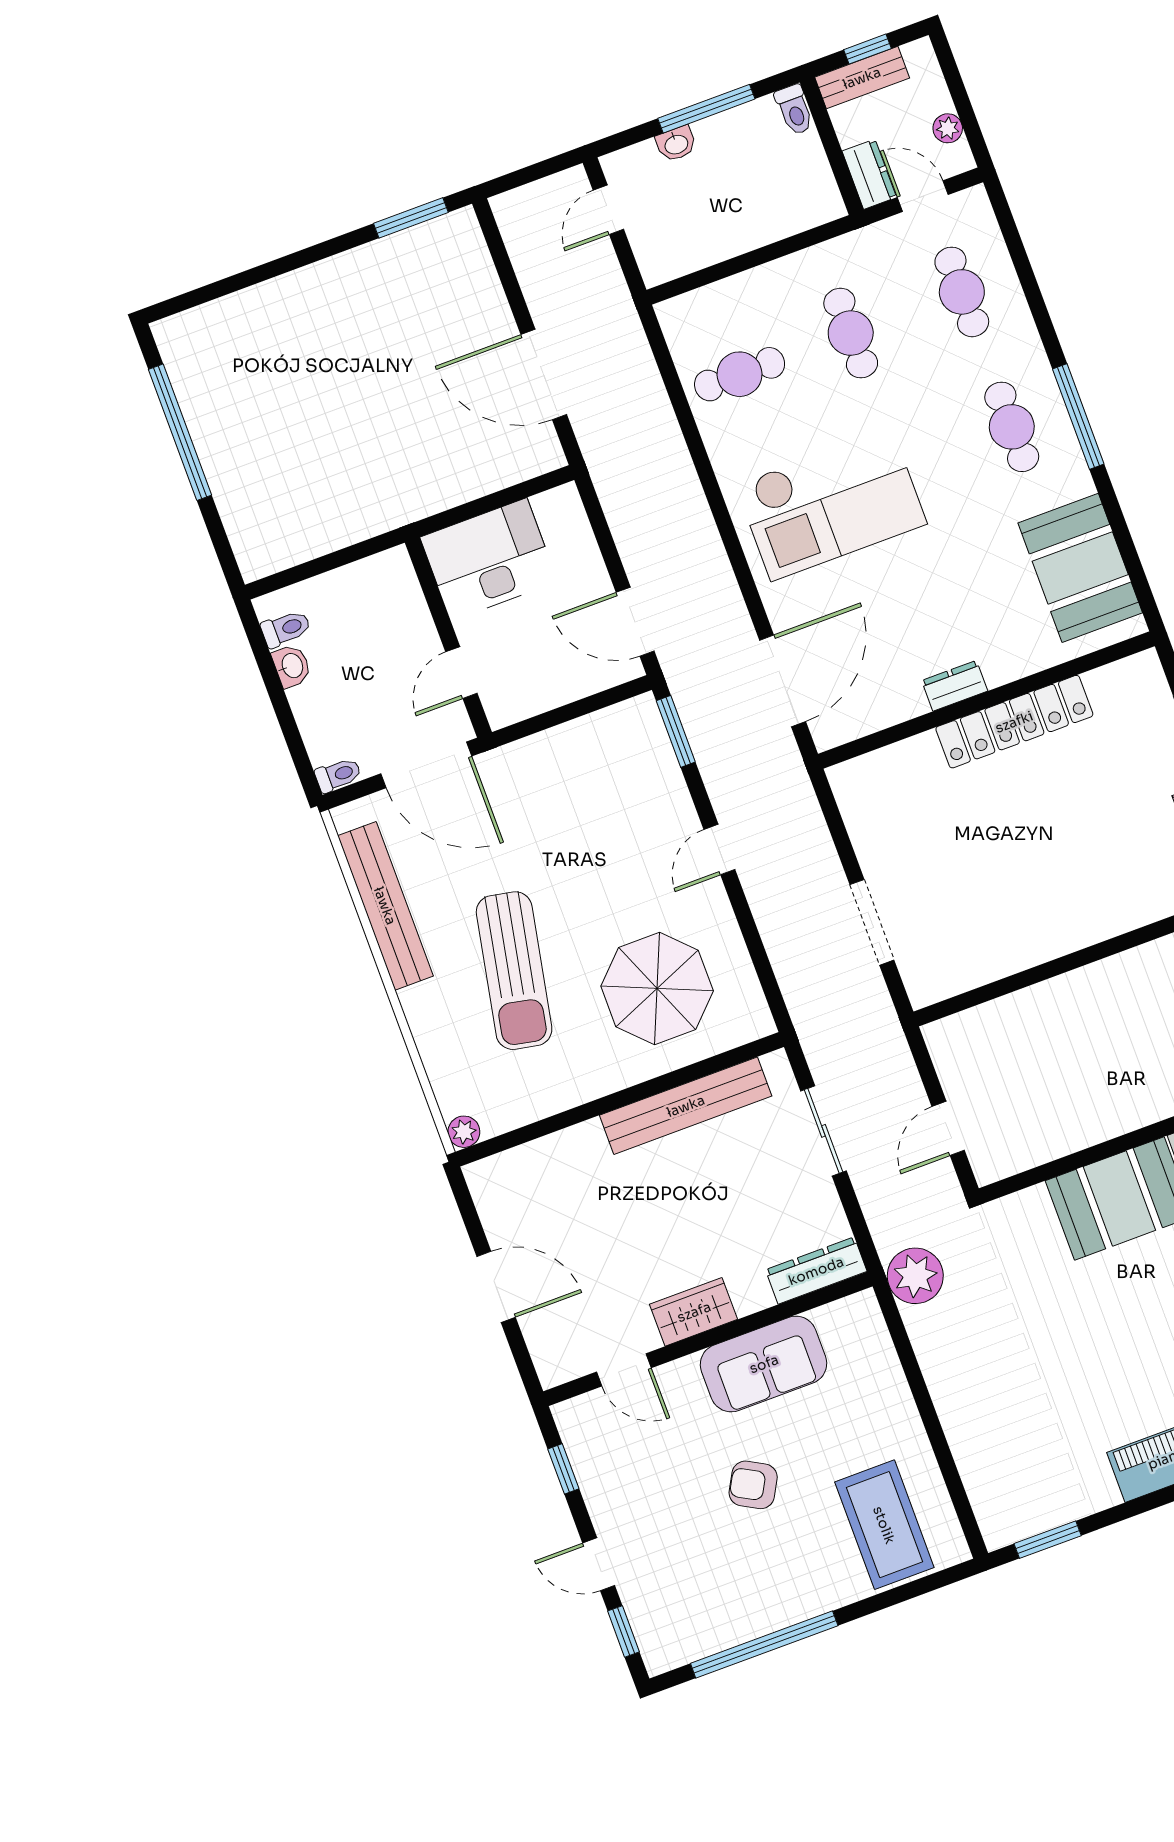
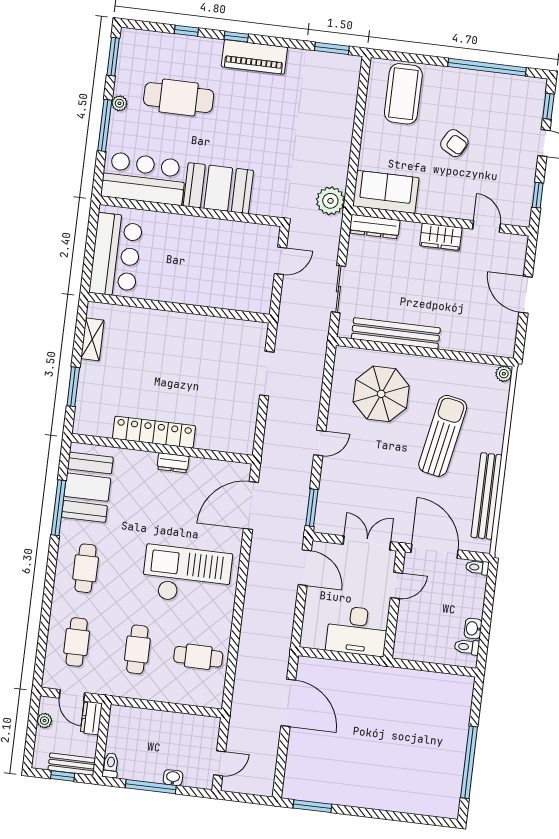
window: (1078, 417) -> (59, 508), moved
double door: (550, 719) -> (367, 543), added
sofa: (764, 1364) -> (386, 192), moved

